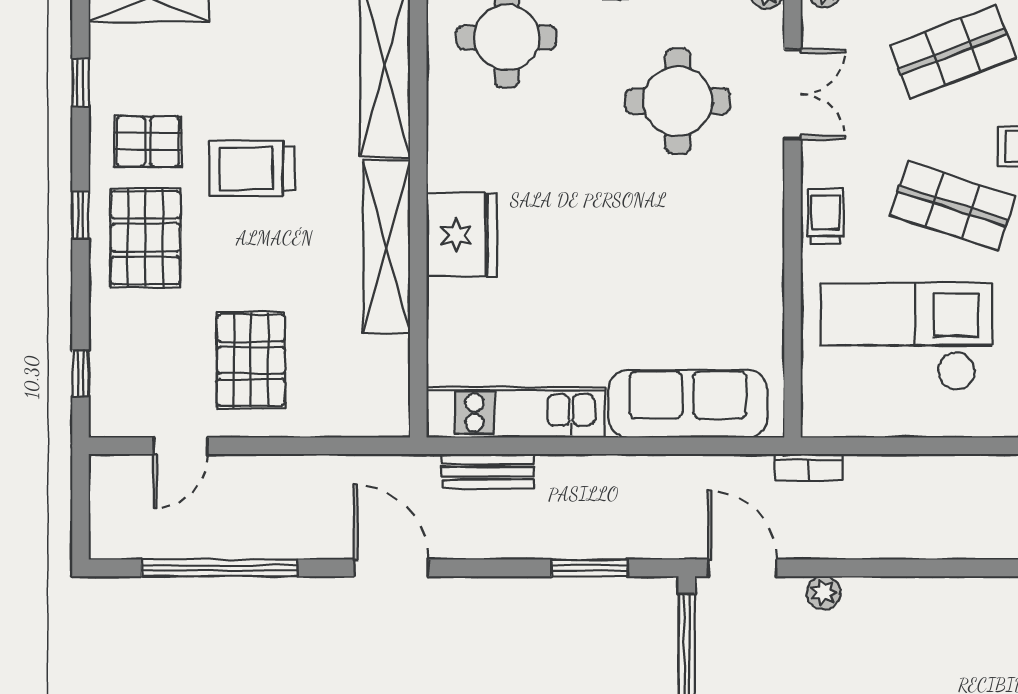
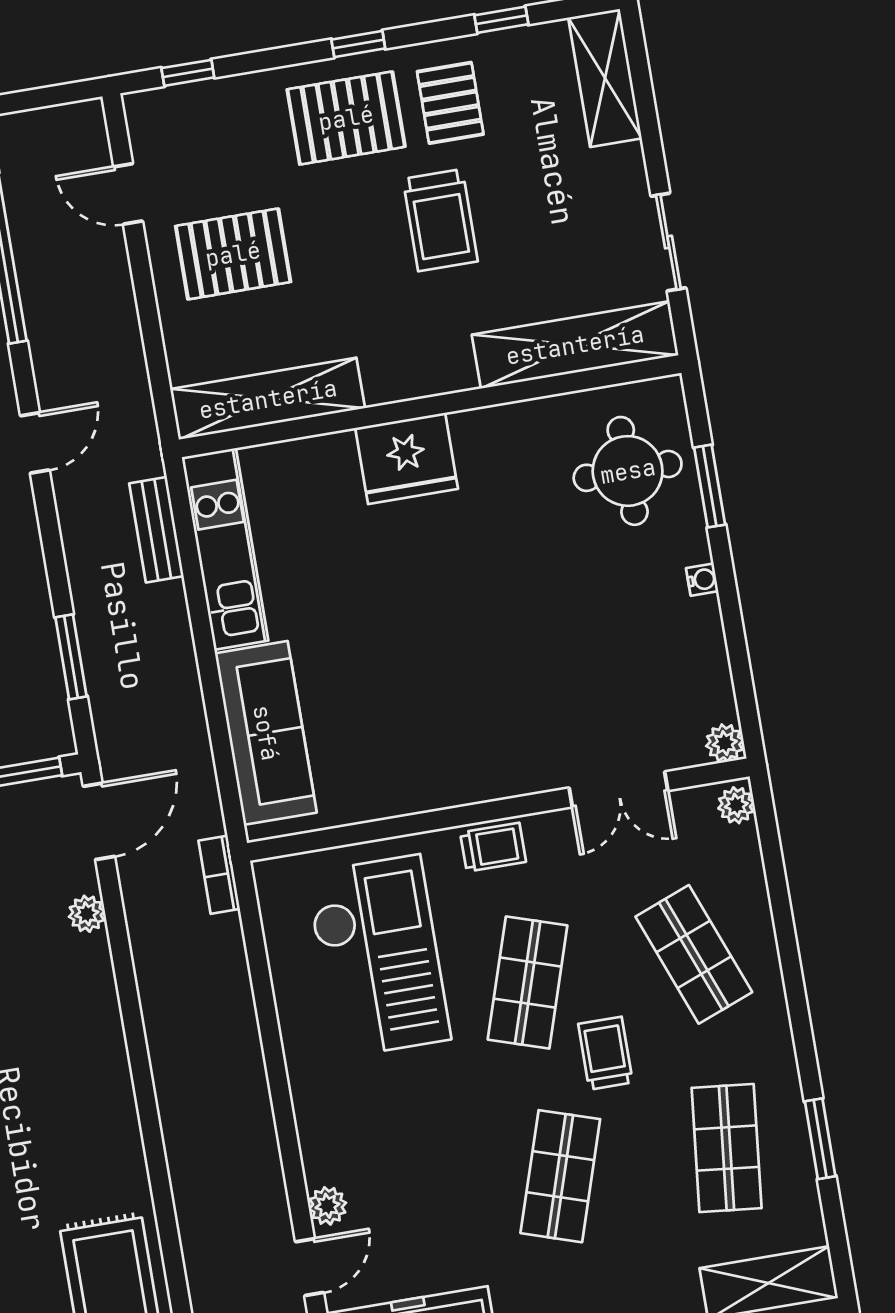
round table: (678, 101) -> (590, 667), removed
trolley: (252, 168) -> (440, 220), turned 180
shelving: (387, 247) -> (268, 399), moved
door: (391, 568) -> (35, 443), width x0.73

